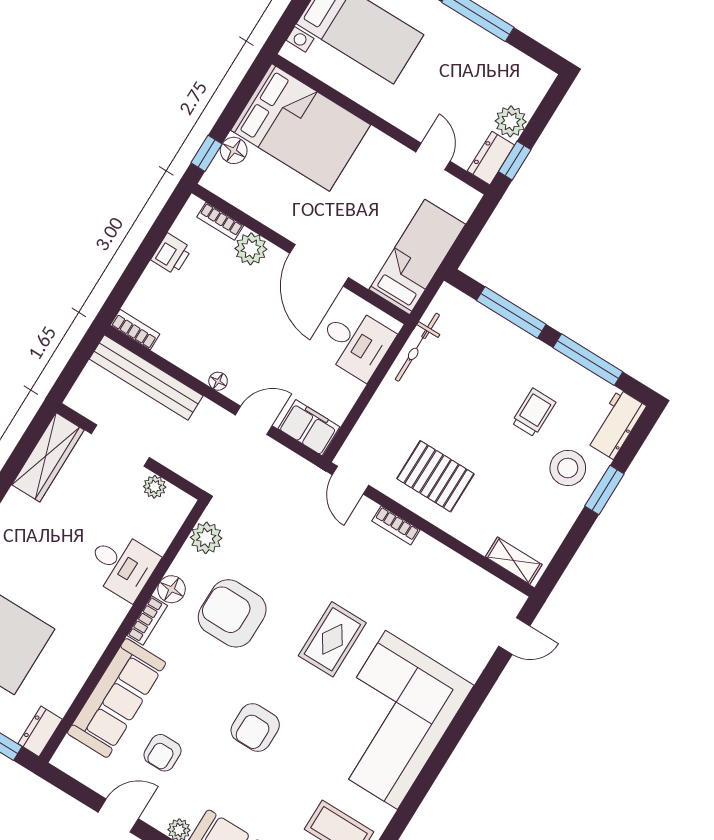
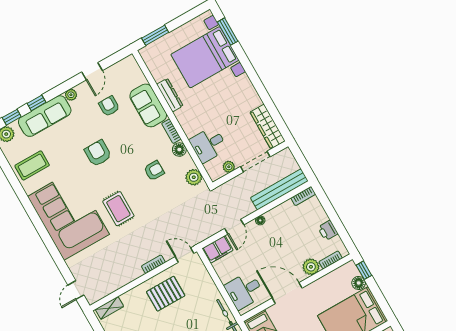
desk: (122, 565) -> (208, 145), moved
armchair: (232, 613) -> (154, 171), width x0.53, depth x0.53
sofa: (117, 698) -> (148, 105), width x0.73
dresser: (40, 731) -> (170, 95), moved, width x1.44

